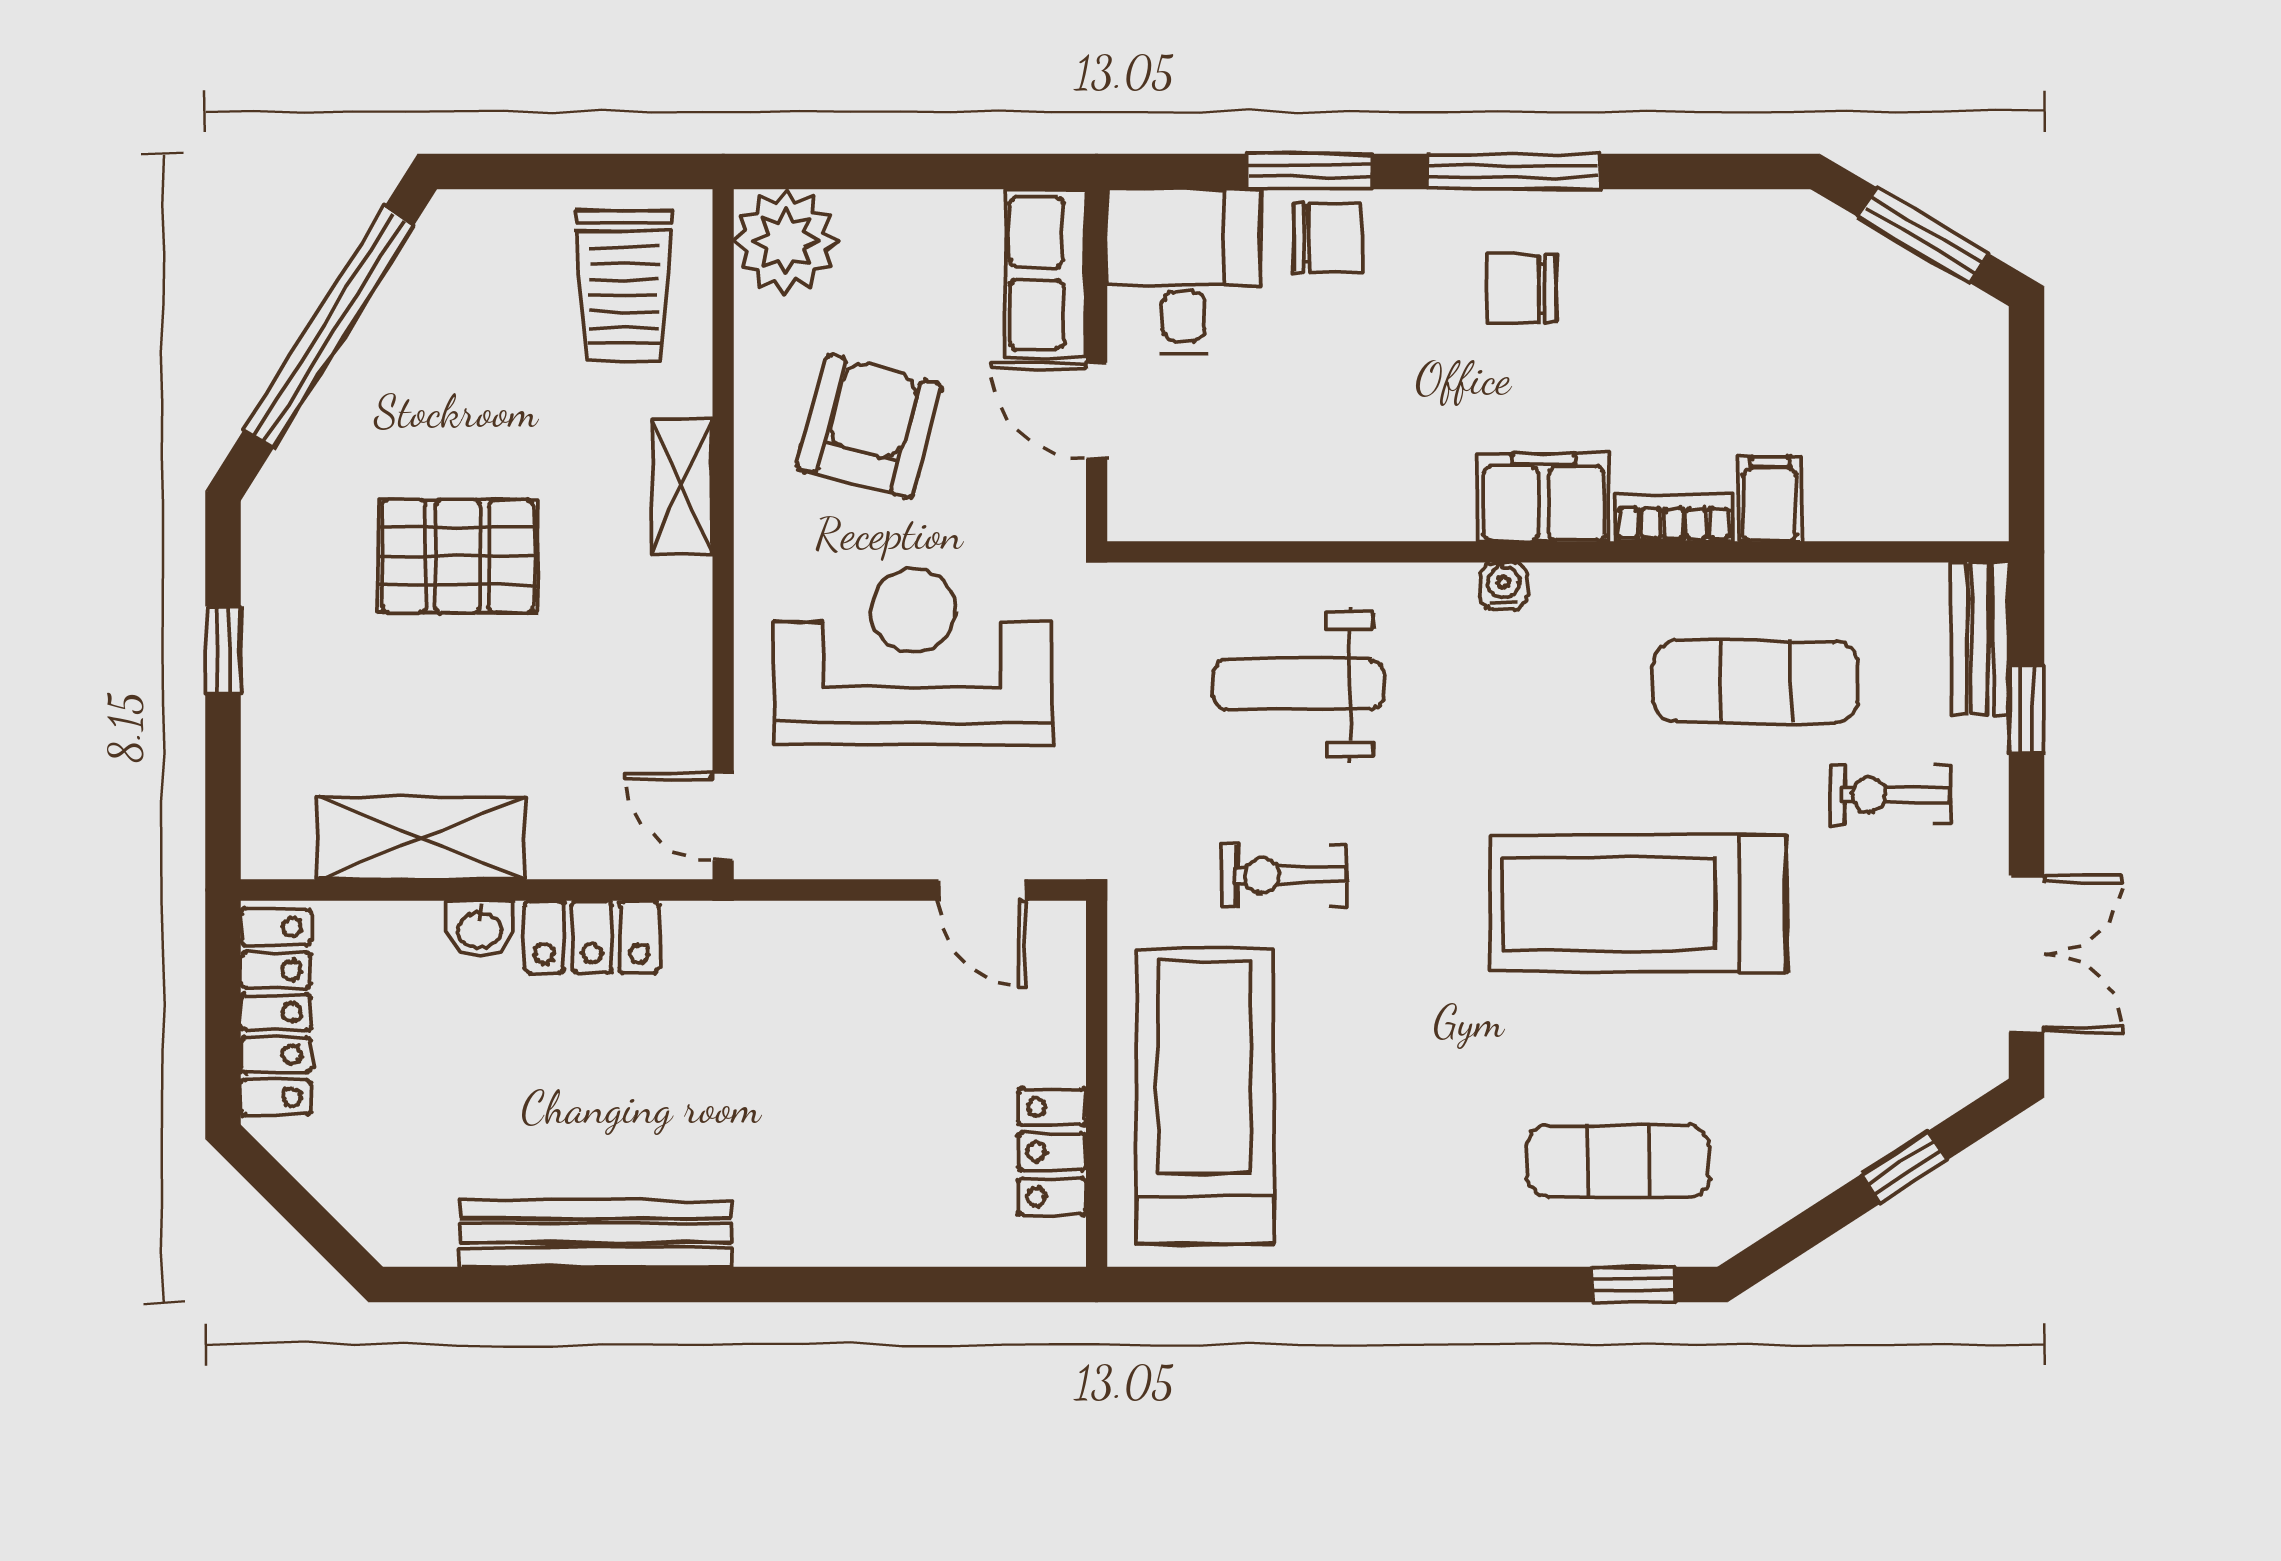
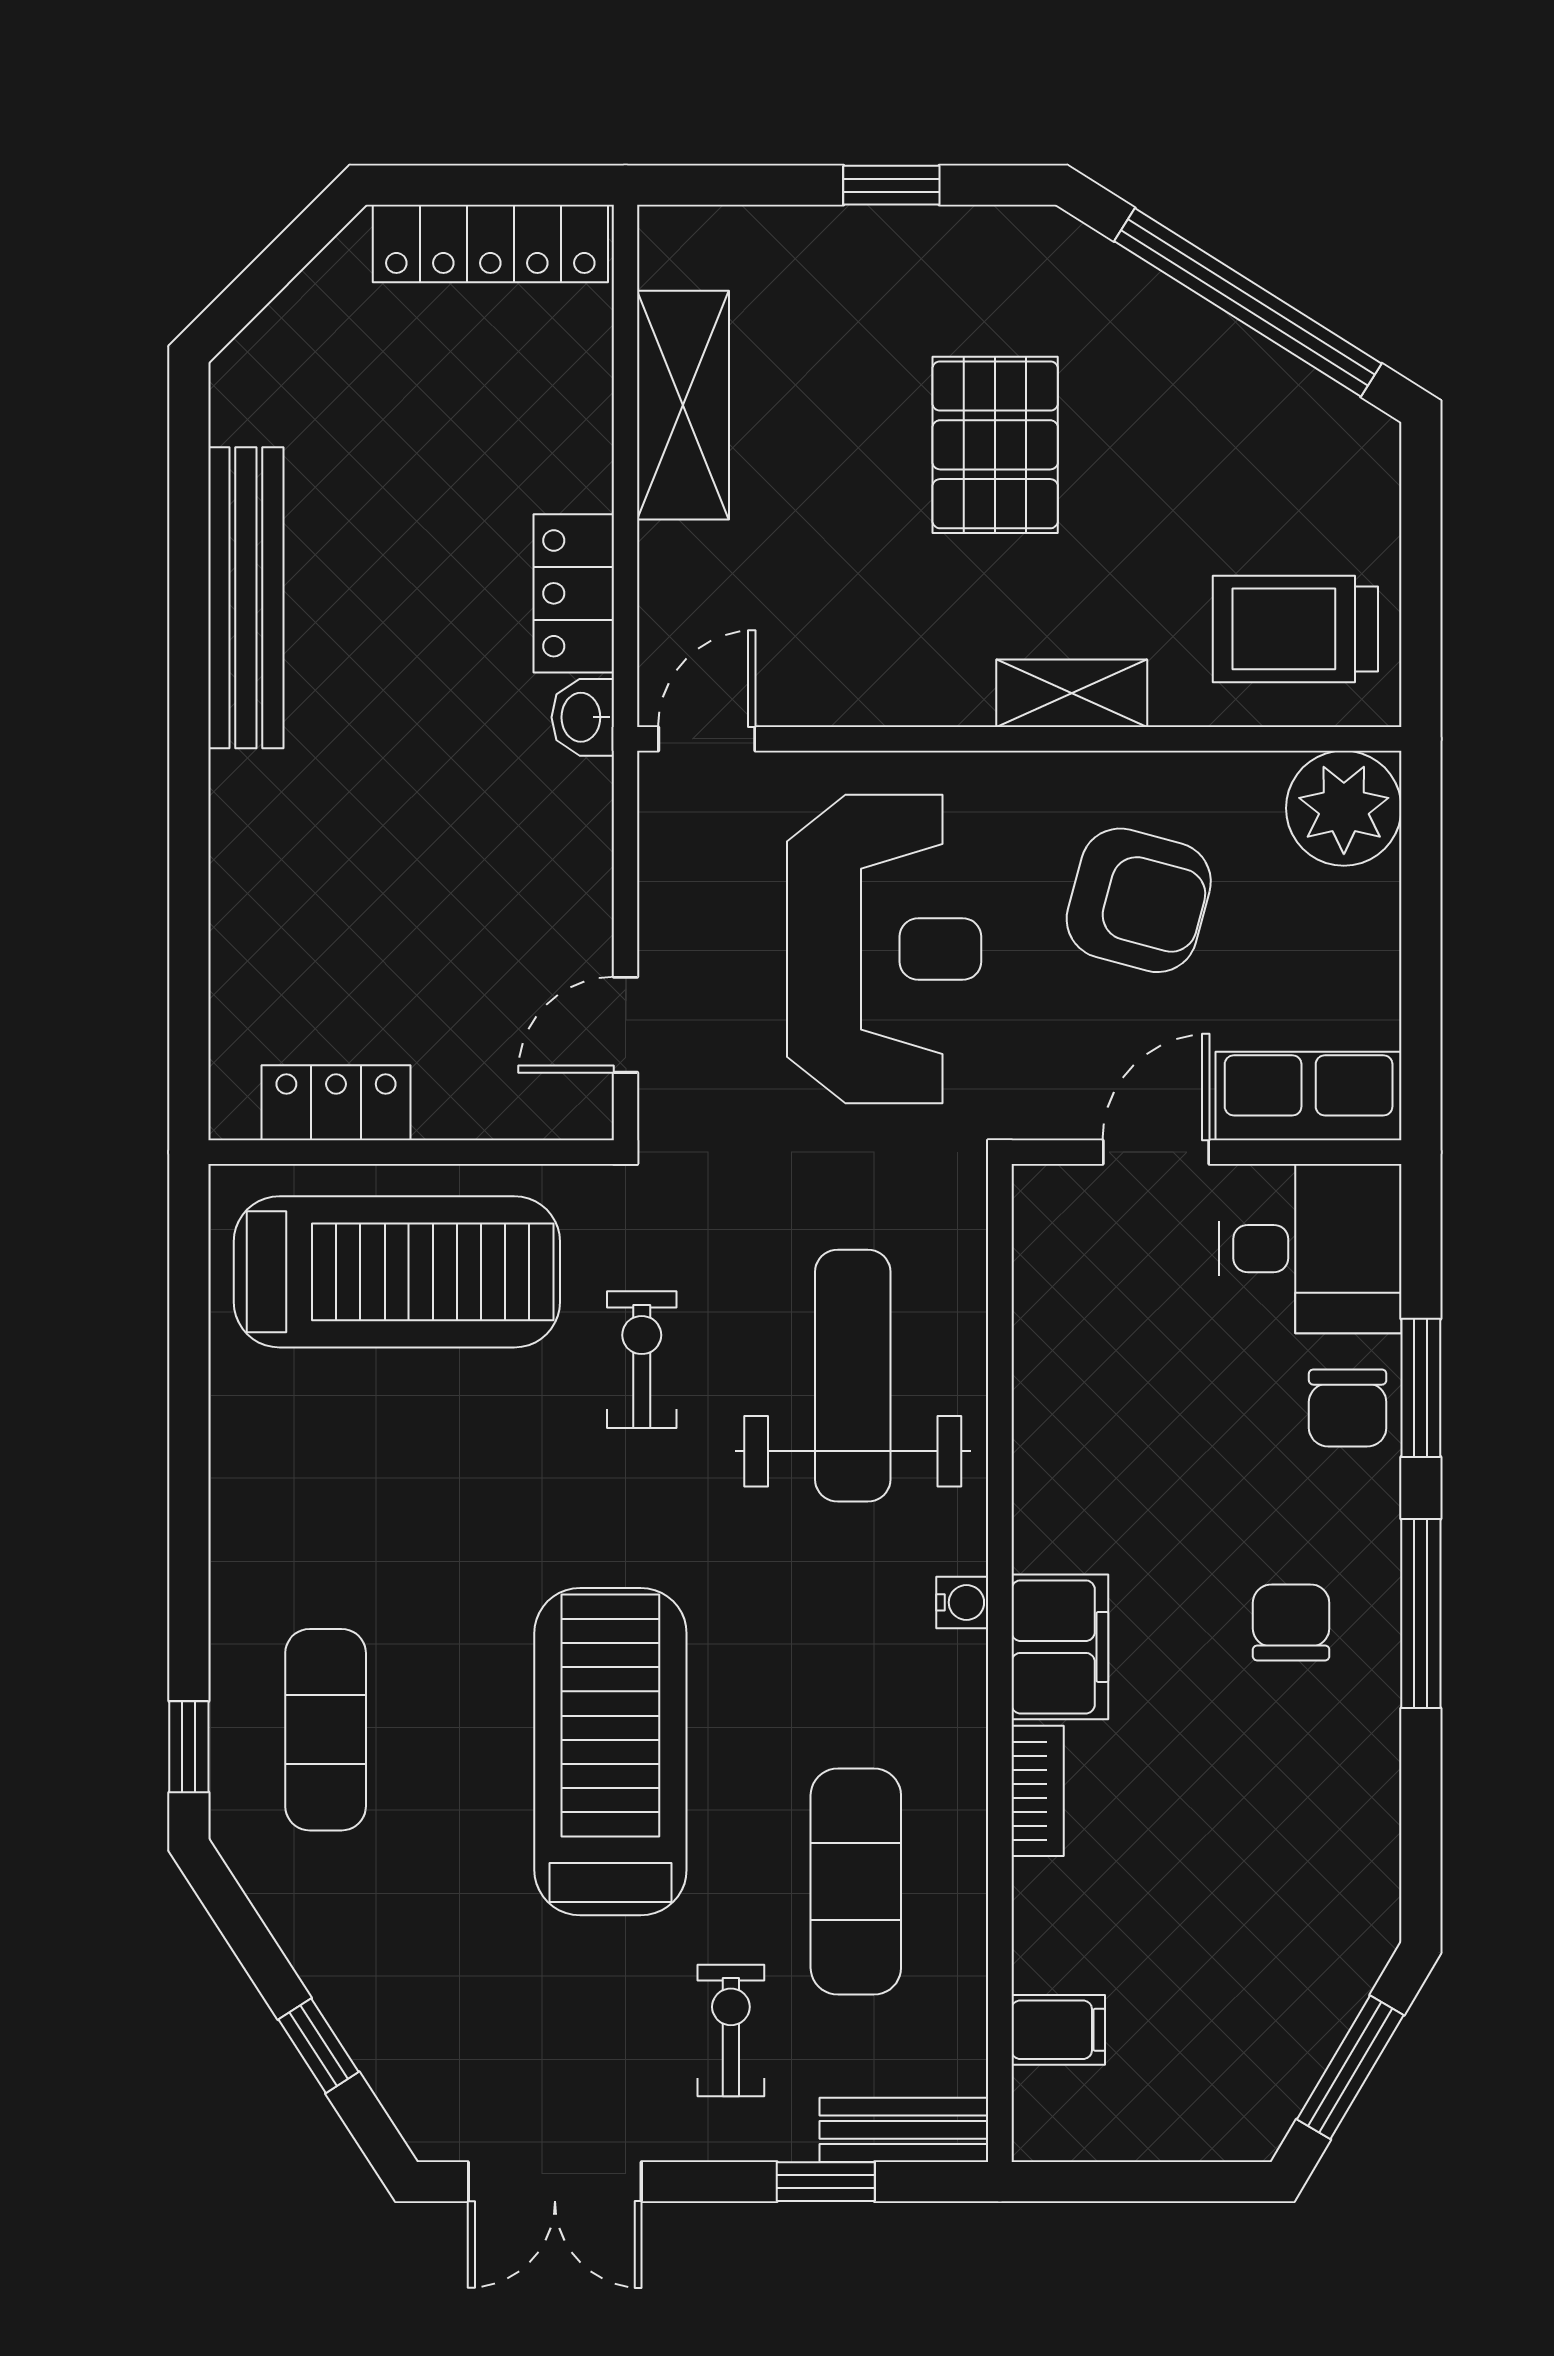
filing cabinet: (1770, 499) -> (1058, 2030), moved
weight bench: (1298, 685) -> (853, 1376), width x1.36, depth x1.33
washbasin: (480, 929) -> (583, 717), moved

